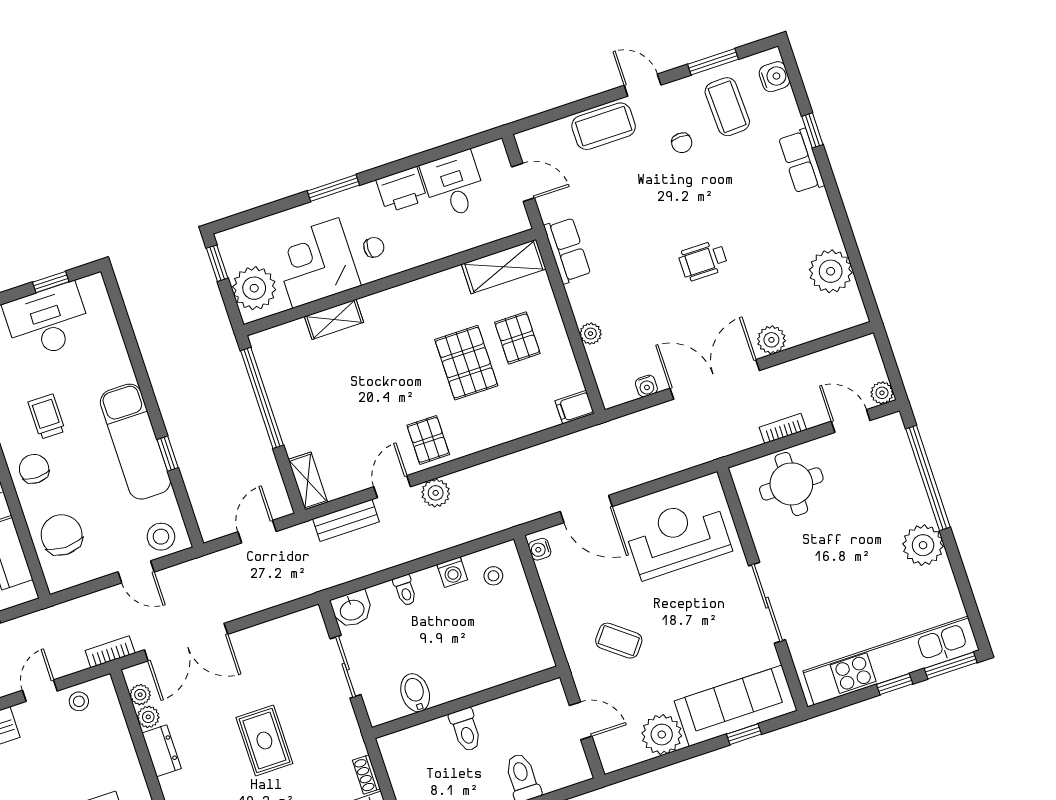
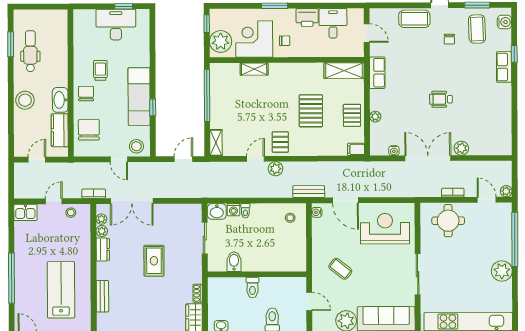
plant: (831, 271) -> (501, 125), removed
pallet: (517, 338) -> (352, 115), moved
bench: (346, 520) -> (309, 192), moved
washing machine: (452, 572) -> (234, 210), moved

